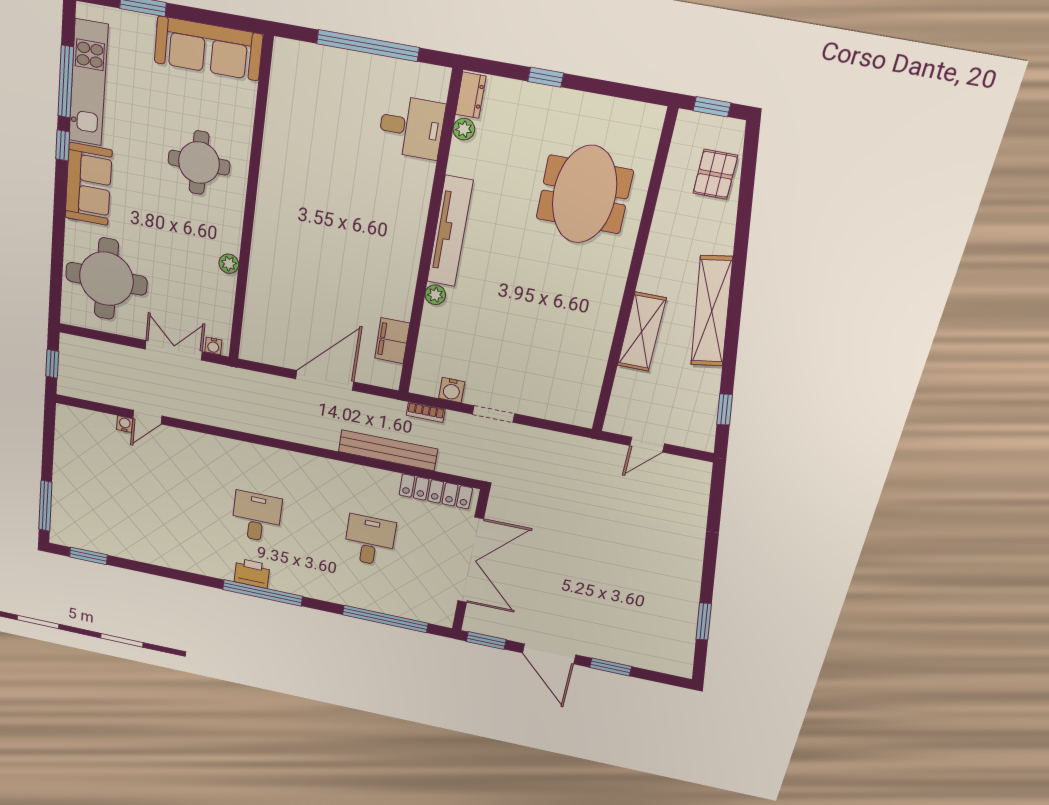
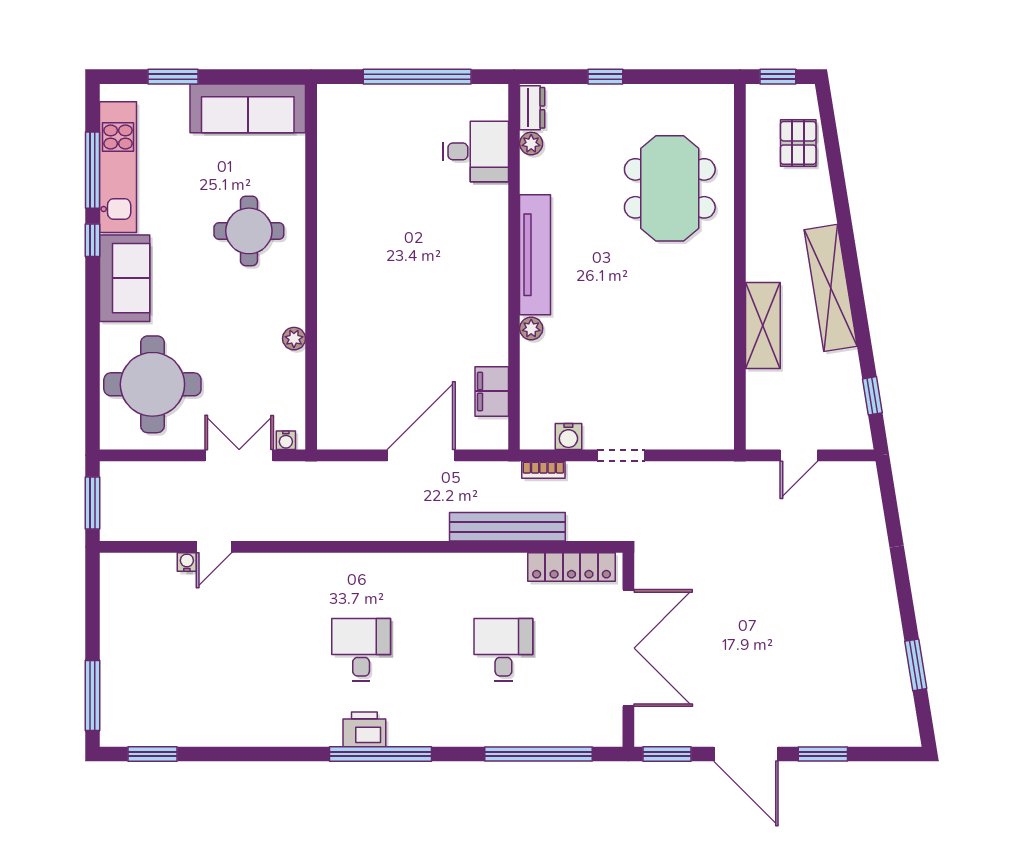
window: (52, 364) -> (92, 503), width x1.50

